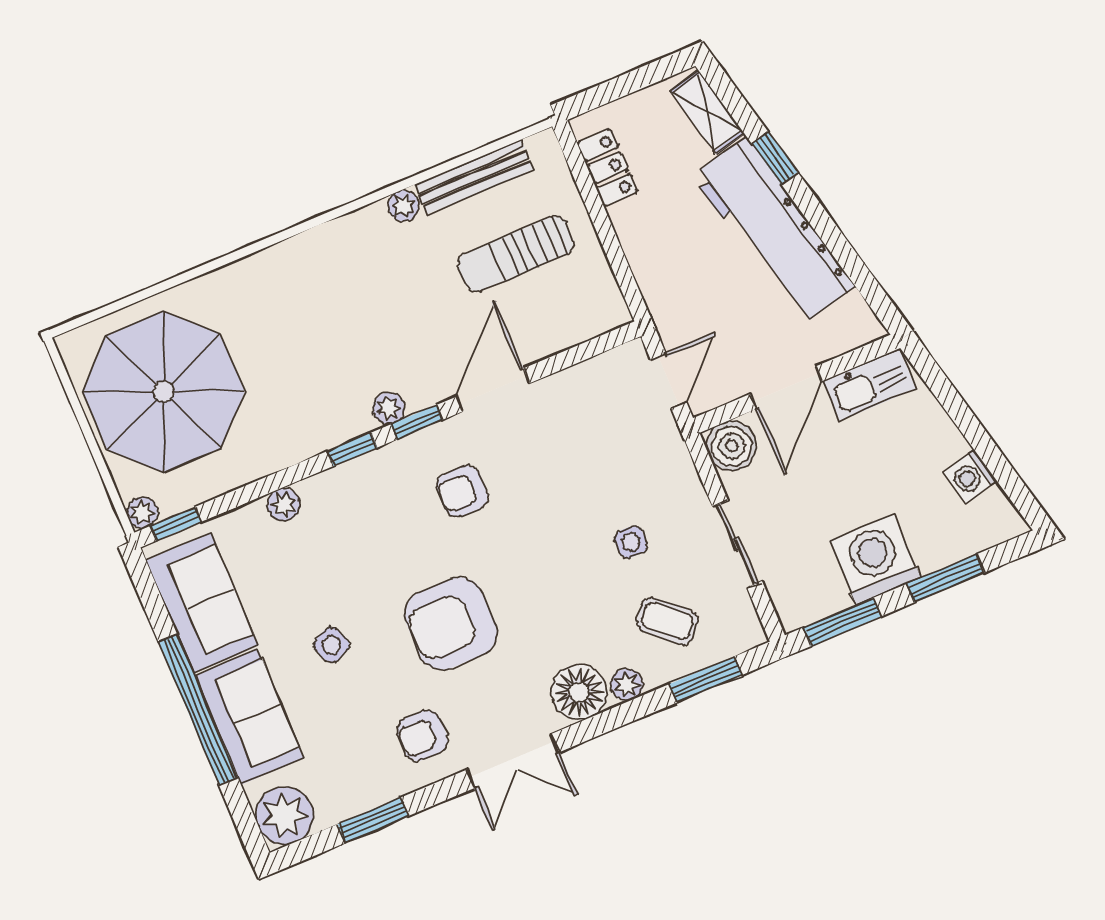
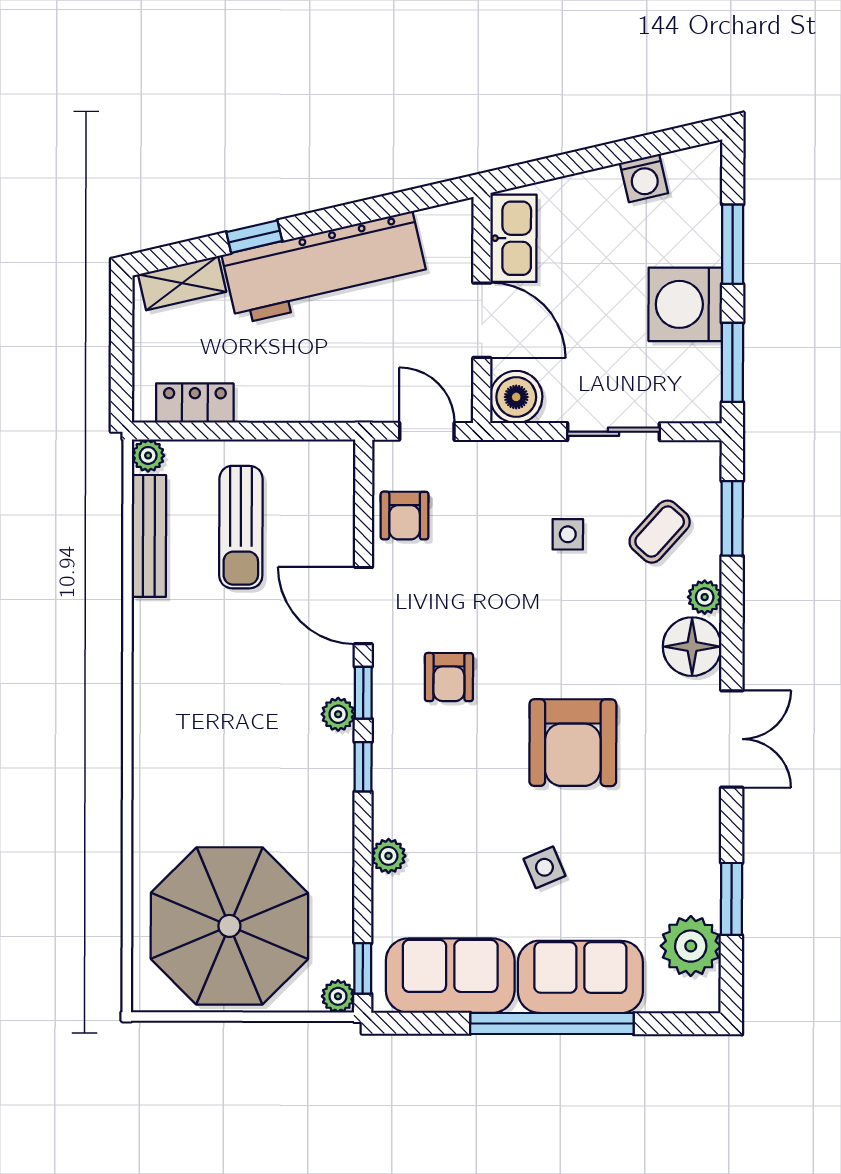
plant: (404, 206) -> (148, 455), moved
armchair: (422, 736) -> (405, 516), moved
plant: (285, 816) -> (691, 946), moved

